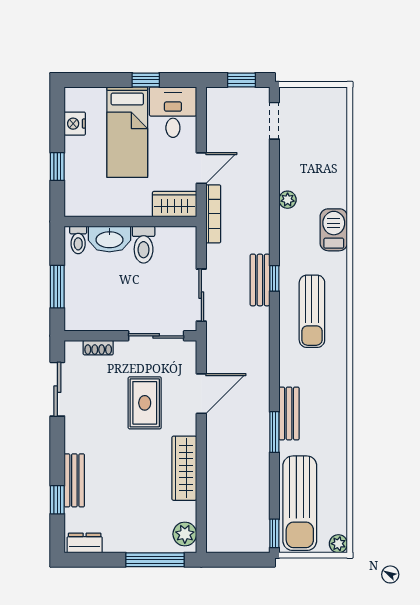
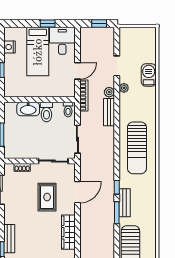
doorway: (274, 121) -> (117, 66), moved
wardrobe: (175, 204) -> (63, 90), removed
plant: (260, 208) -> (109, 92), added
barbecue: (334, 230) -> (149, 75), moved
toilet: (78, 240) -> (68, 110), moved
window: (274, 278) -> (117, 187), moved
bench: (260, 280) -> (109, 112), moved
sun lounger: (312, 311) -> (137, 148), width x1.36, depth x1.34

